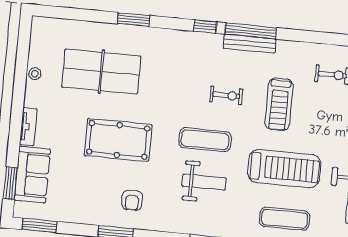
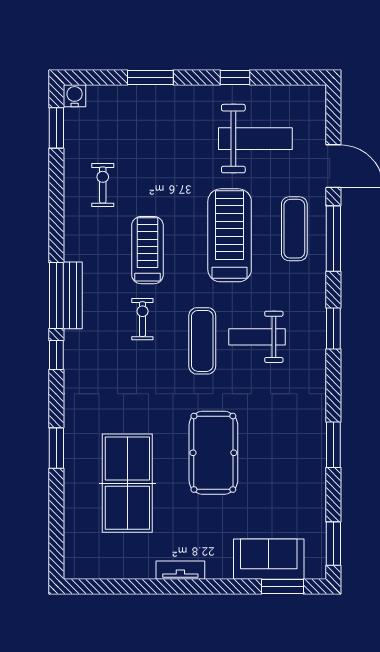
stool: (35, 74) -> (138, 568), removed
treadmill: (279, 104) -> (147, 250), turned -90
tv unit: (28, 127) -> (180, 570), moved
weight bench: (204, 182) -> (257, 337), turned -90
armchair: (132, 200) -> (289, 427), removed

